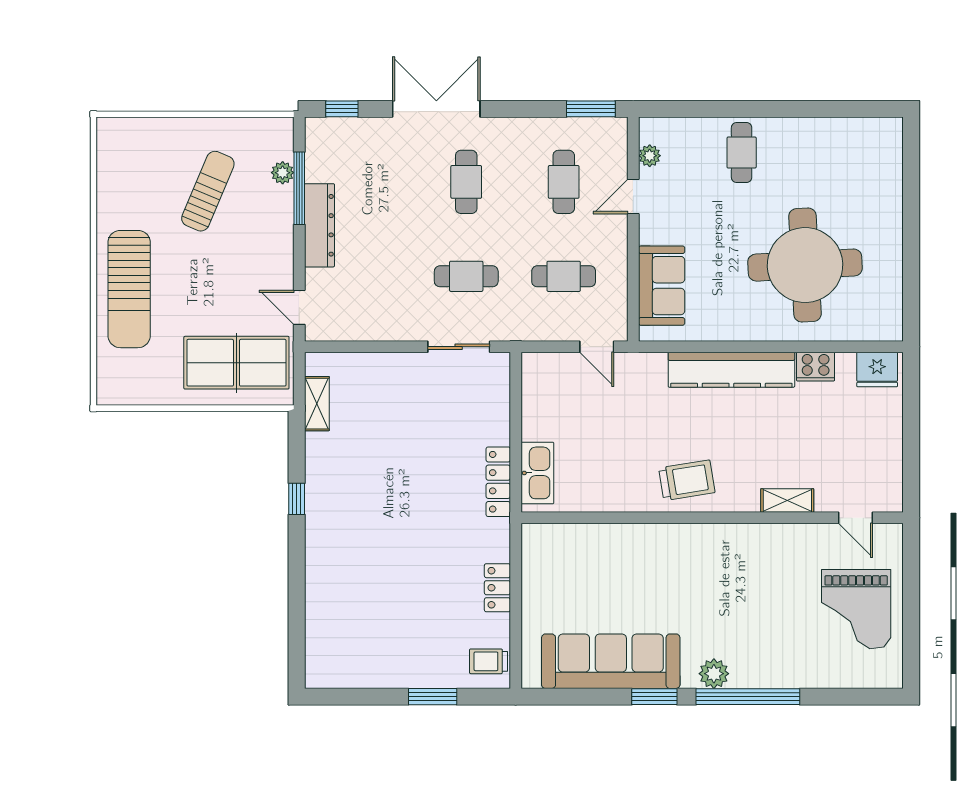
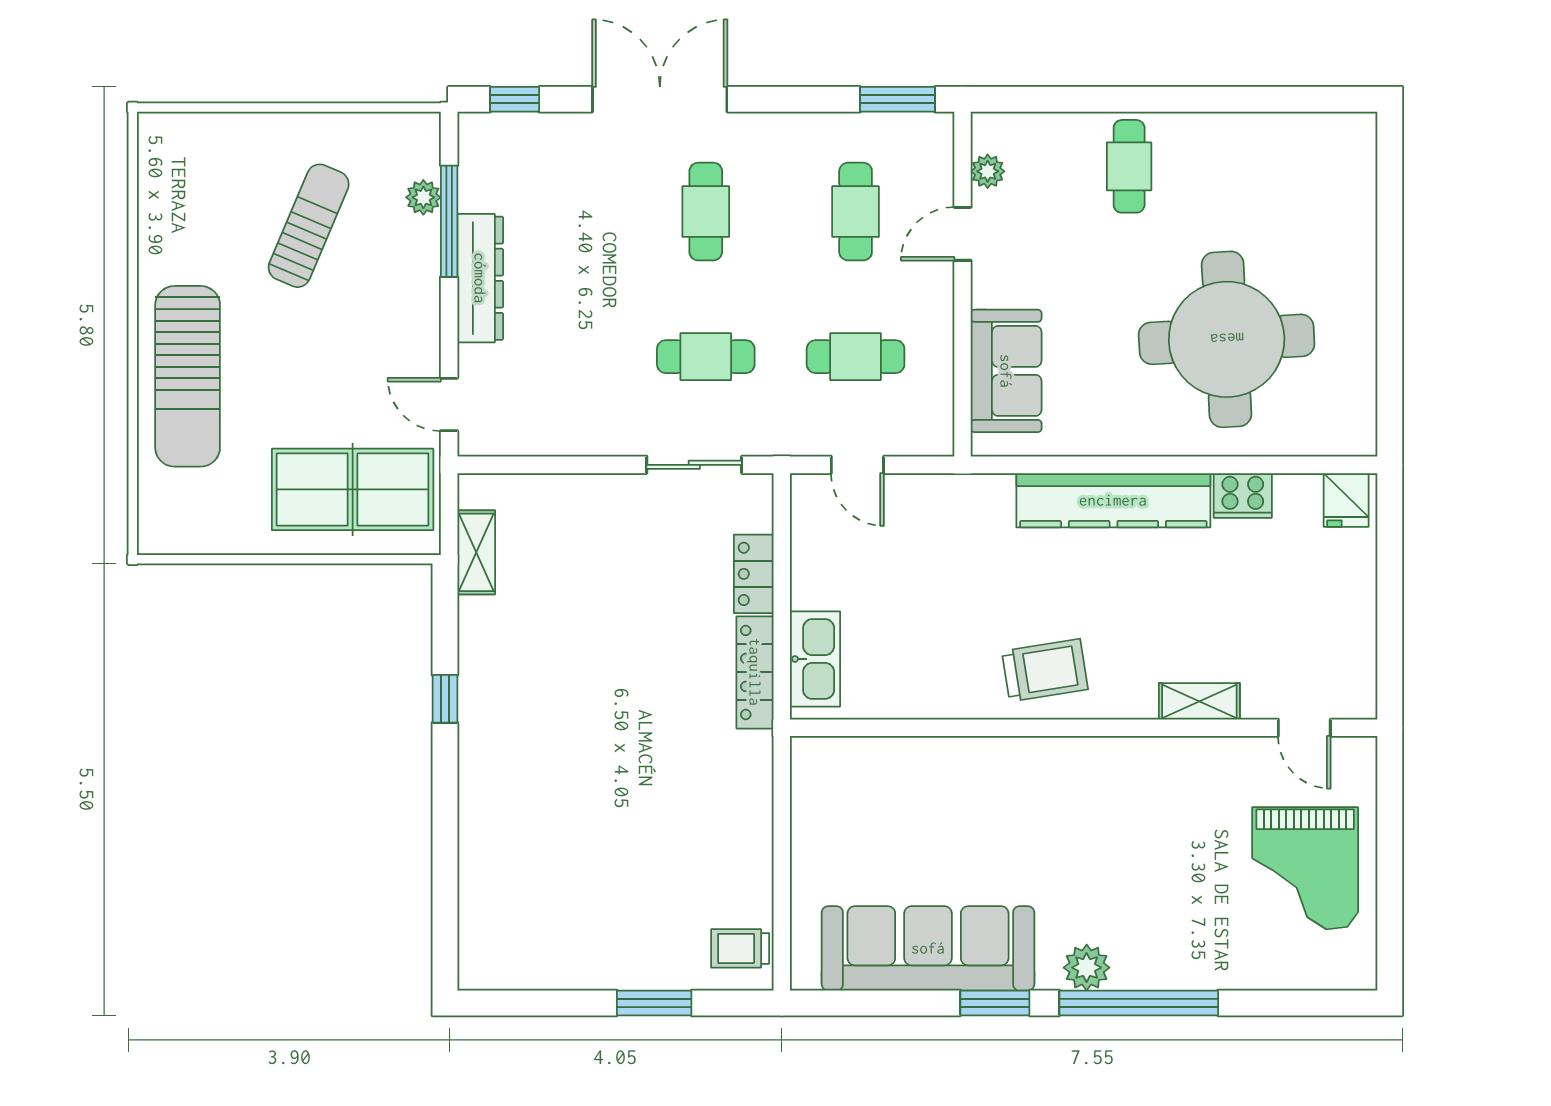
door: (597, 347) -> (857, 465), moved
fridge: (877, 370) -> (1346, 500), width x0.72
locker: (497, 588) -> (754, 574), moved

